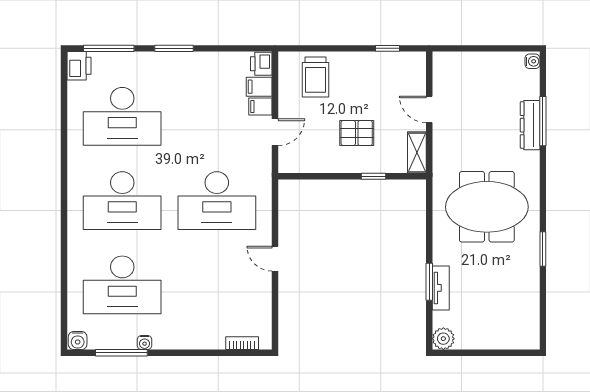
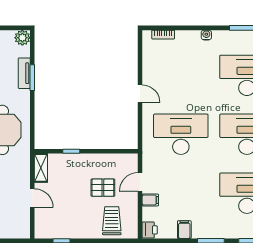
filing cabinet: (259, 87) -> (184, 230), moved, turned -90
pallet: (357, 133) -> (103, 188), moved
water cooler: (145, 343) -> (206, 35), moved

